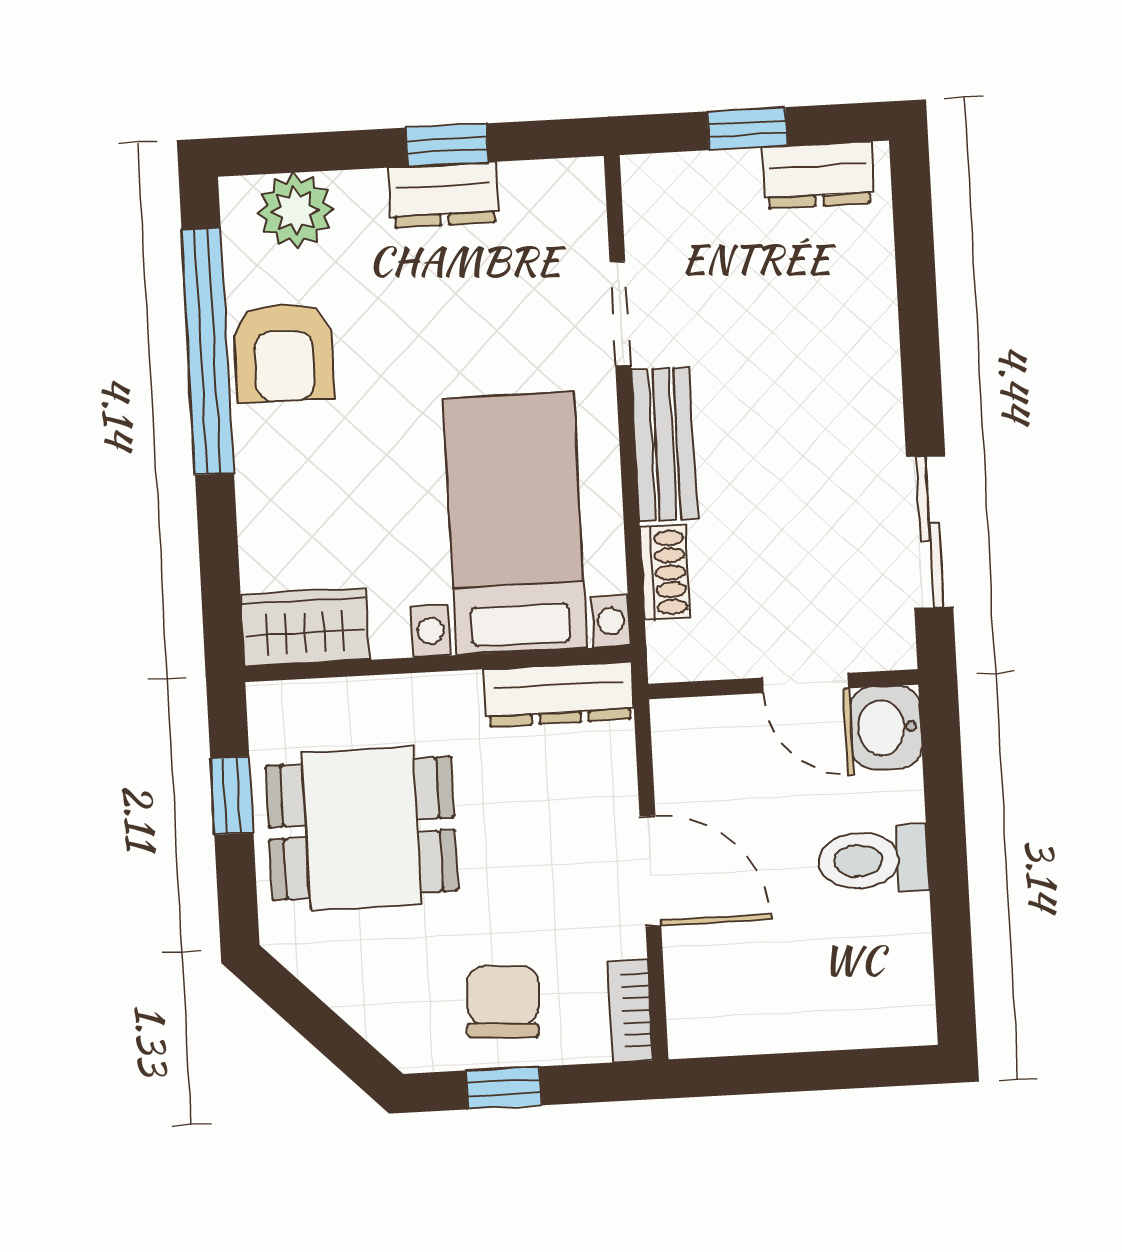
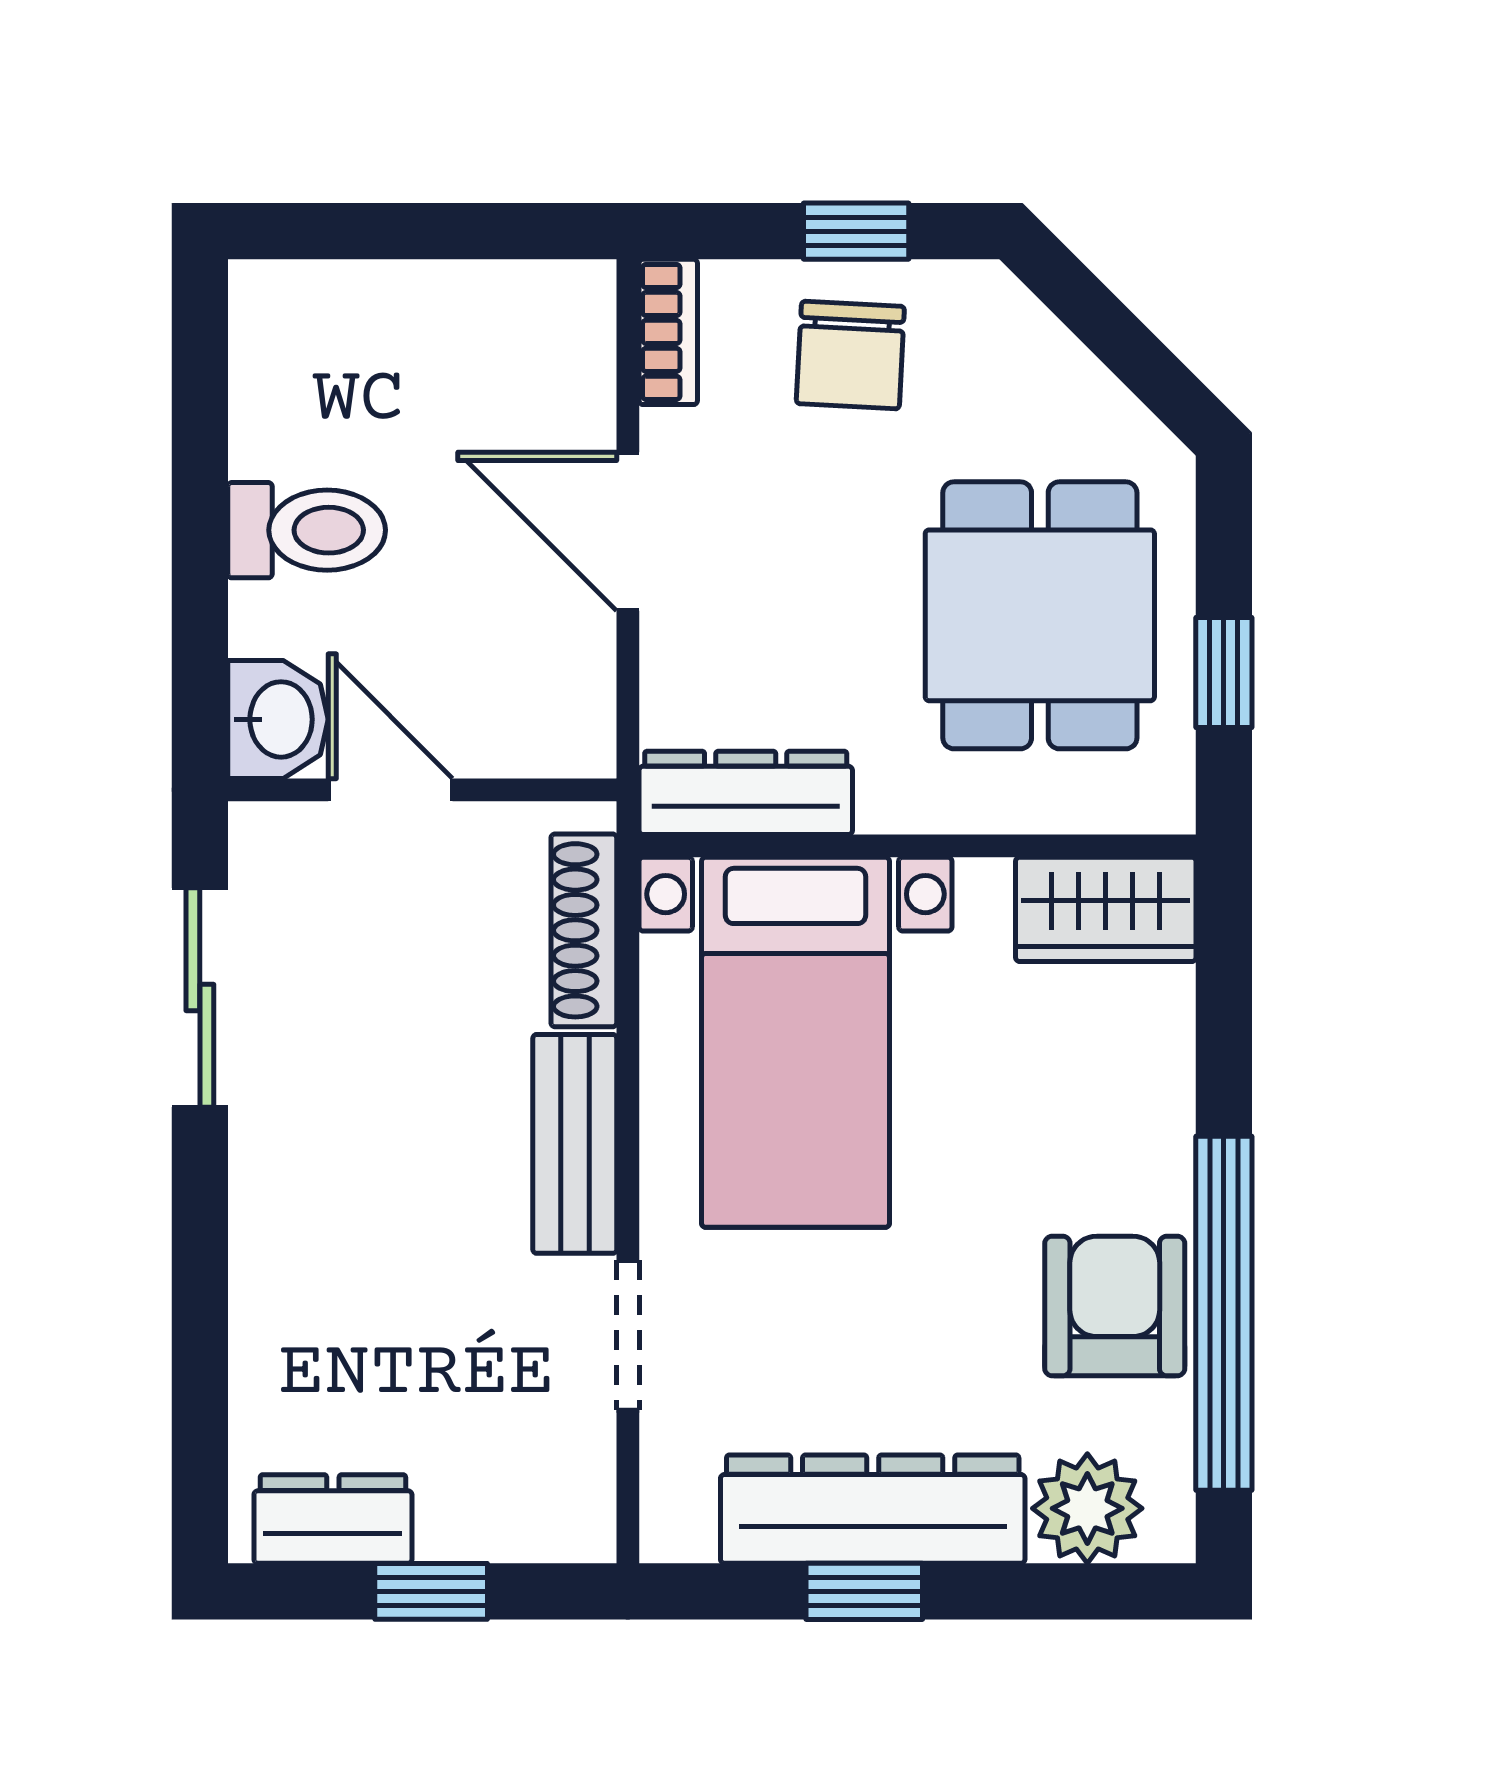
dresser: (444, 195) -> (873, 1509), width x1.96, depth x1.24
shoe rack: (665, 573) -> (584, 930), width x1.43
dining table: (362, 828) -> (1040, 615), turned 90

